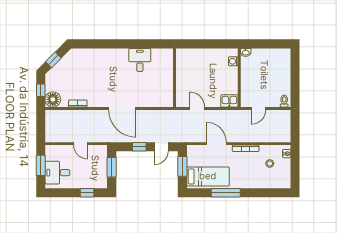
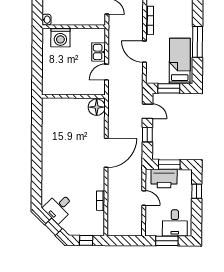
desk: (140, 60) -> (59, 207), moved, turned -45
washing machine: (233, 61) -> (60, 38), width x1.89, depth x1.89
floor lamp: (53, 99) -> (97, 107), moved
kitchen sink: (229, 101) -> (99, 52), moved
door: (80, 144) -> (144, 198), hinge flipped
door: (216, 144) -> (144, 52), hinge flipped
printer: (99, 162) -> (164, 179), added

